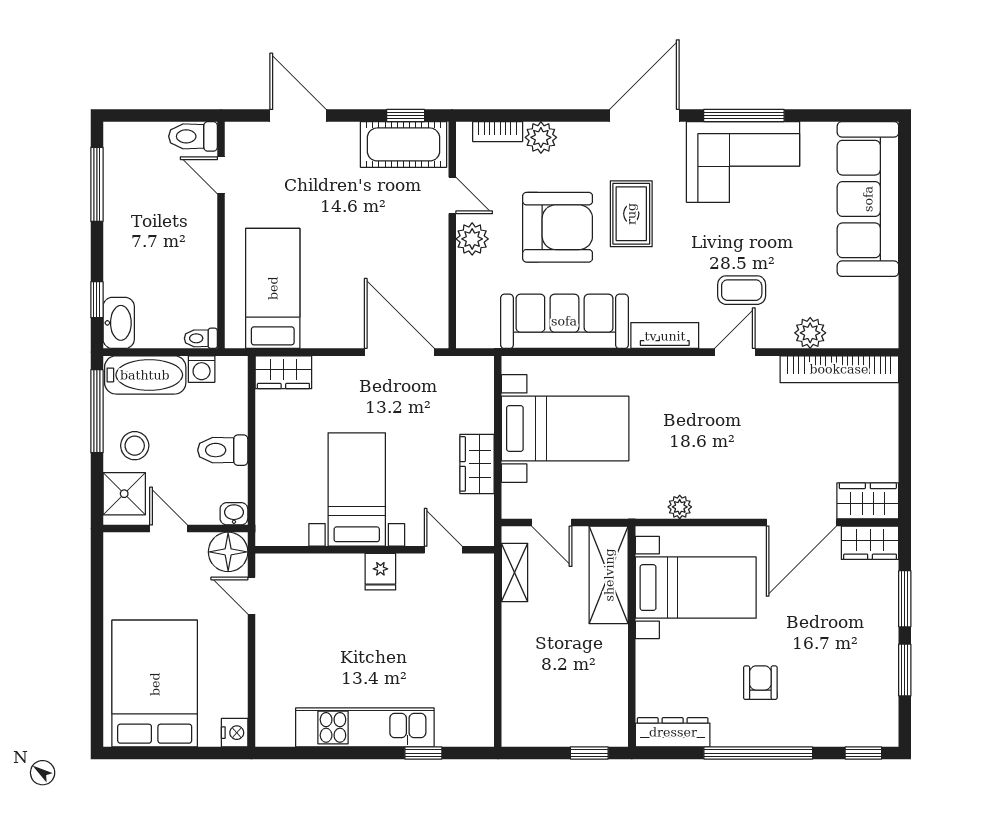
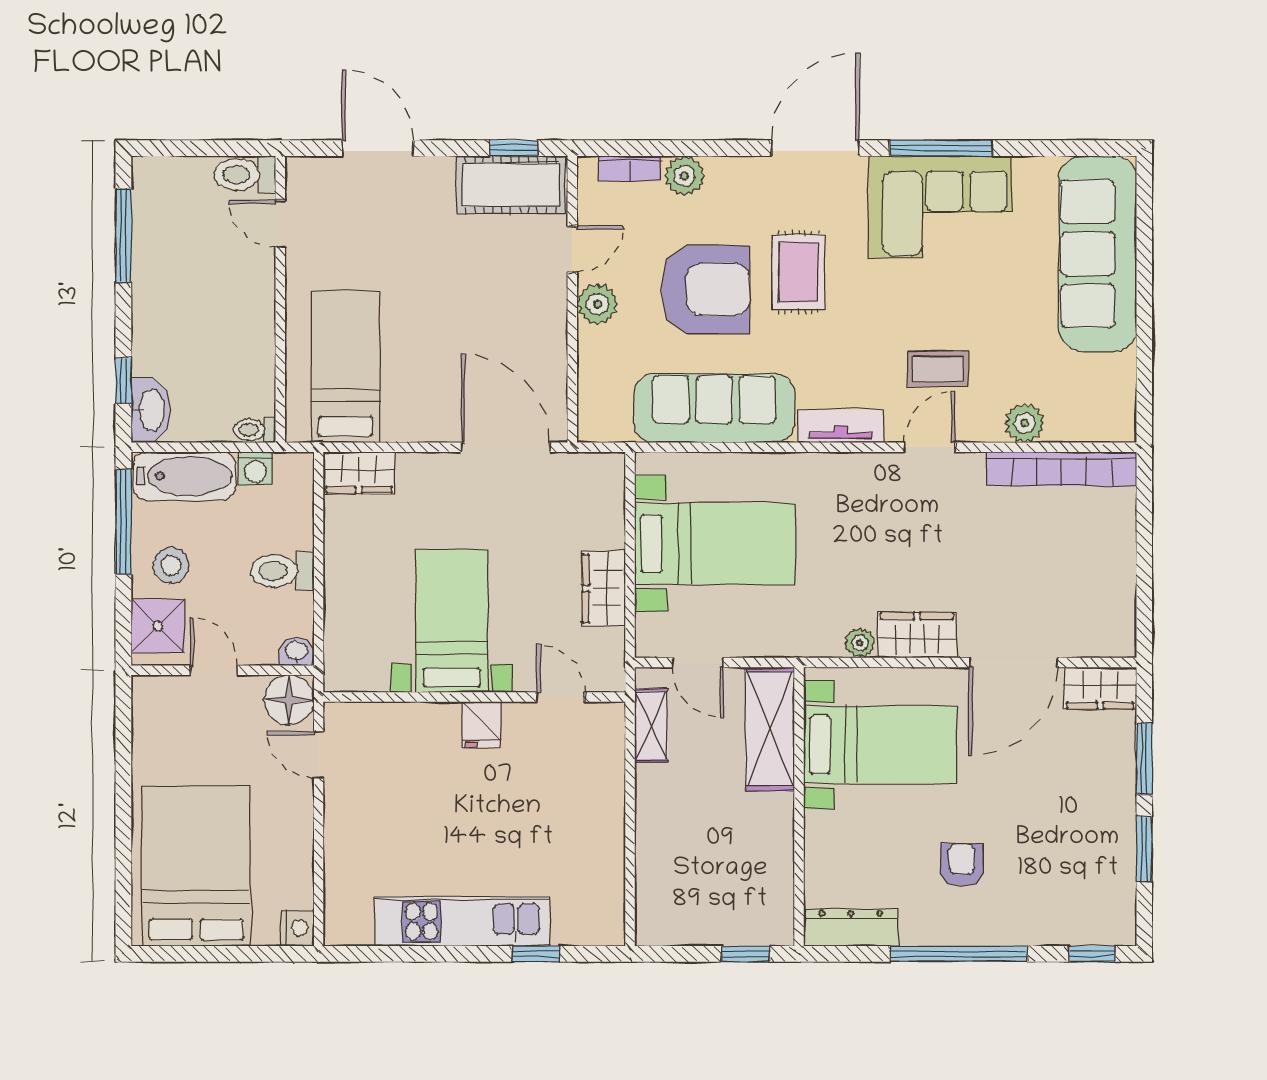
door: (452, 195) -> (572, 249), hinge flipped
wardrobe: (868, 501) -> (917, 635), moved

